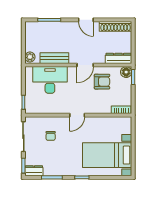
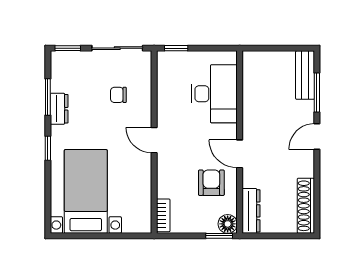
door: (86, 20) -> (317, 136), moved
plant: (30, 57) -> (253, 59), removed
bench: (54, 58) -> (305, 75), moved
armchair: (102, 82) -> (211, 183), turned 180
dresser: (34, 171) -> (59, 109), moved

